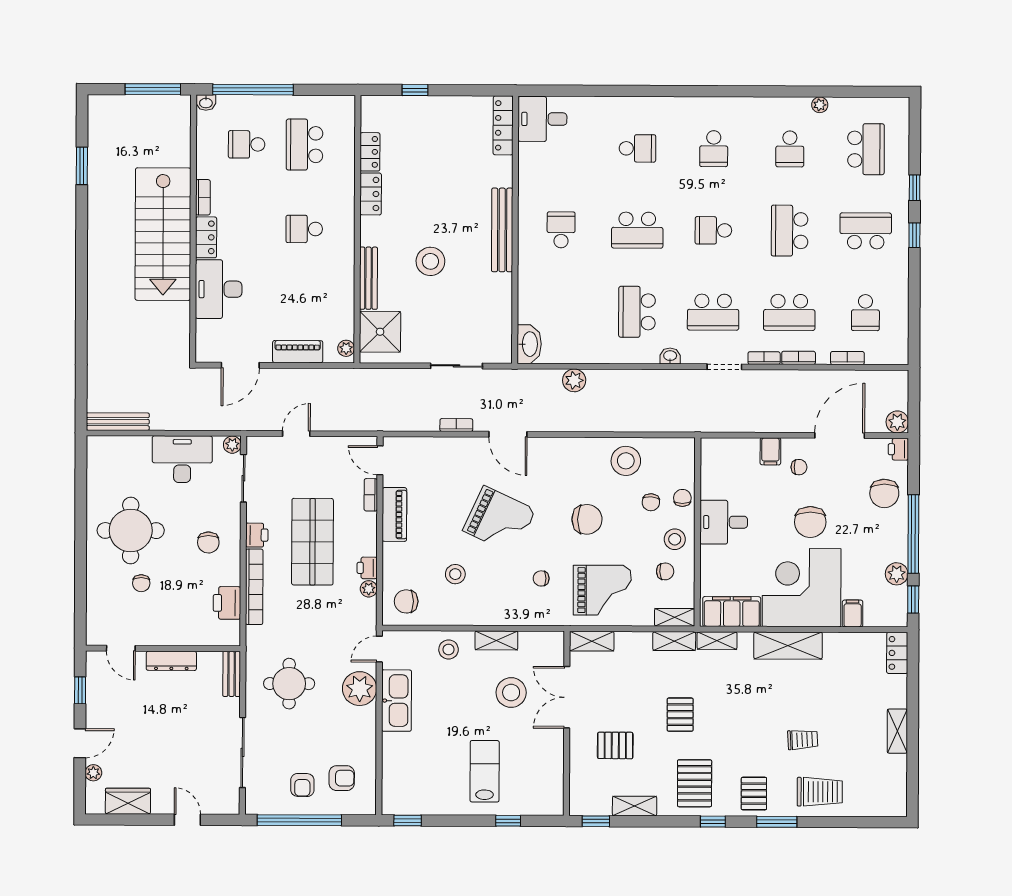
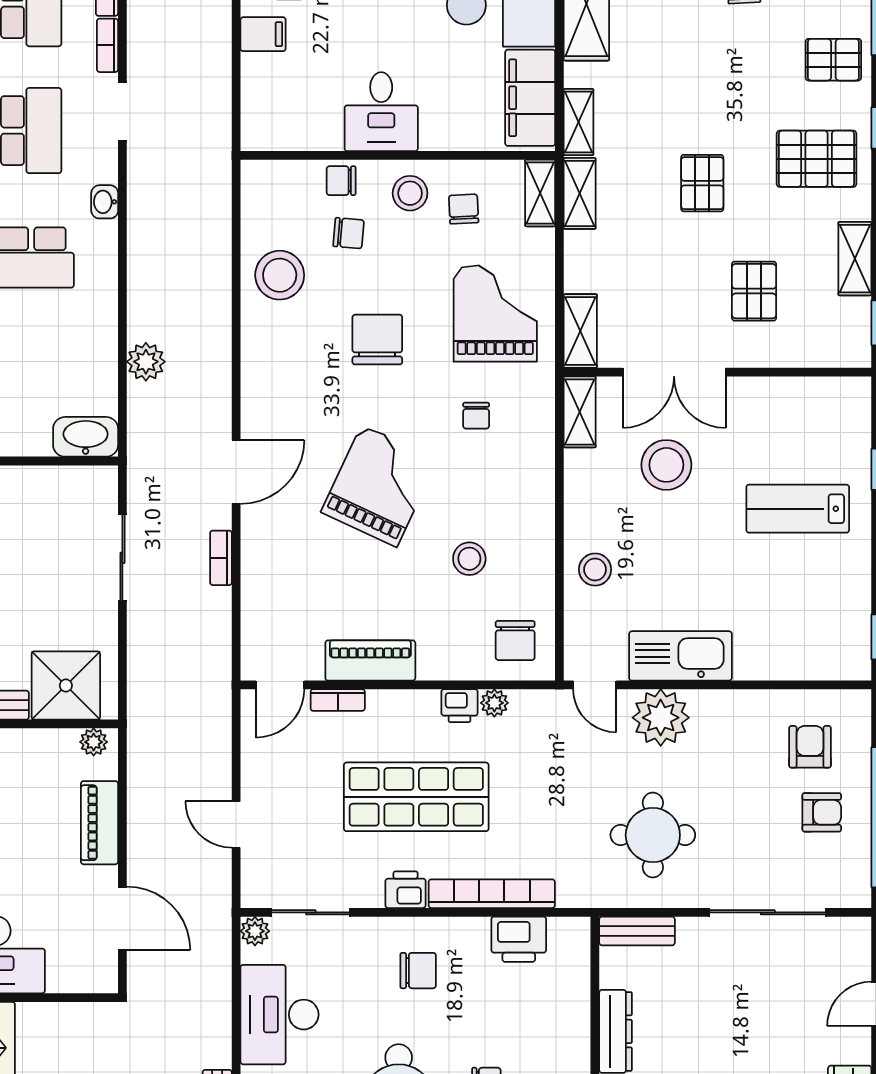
shelving: (496, 640) -> (580, 412), moved
pallet: (680, 715) -> (702, 183), turned 90

